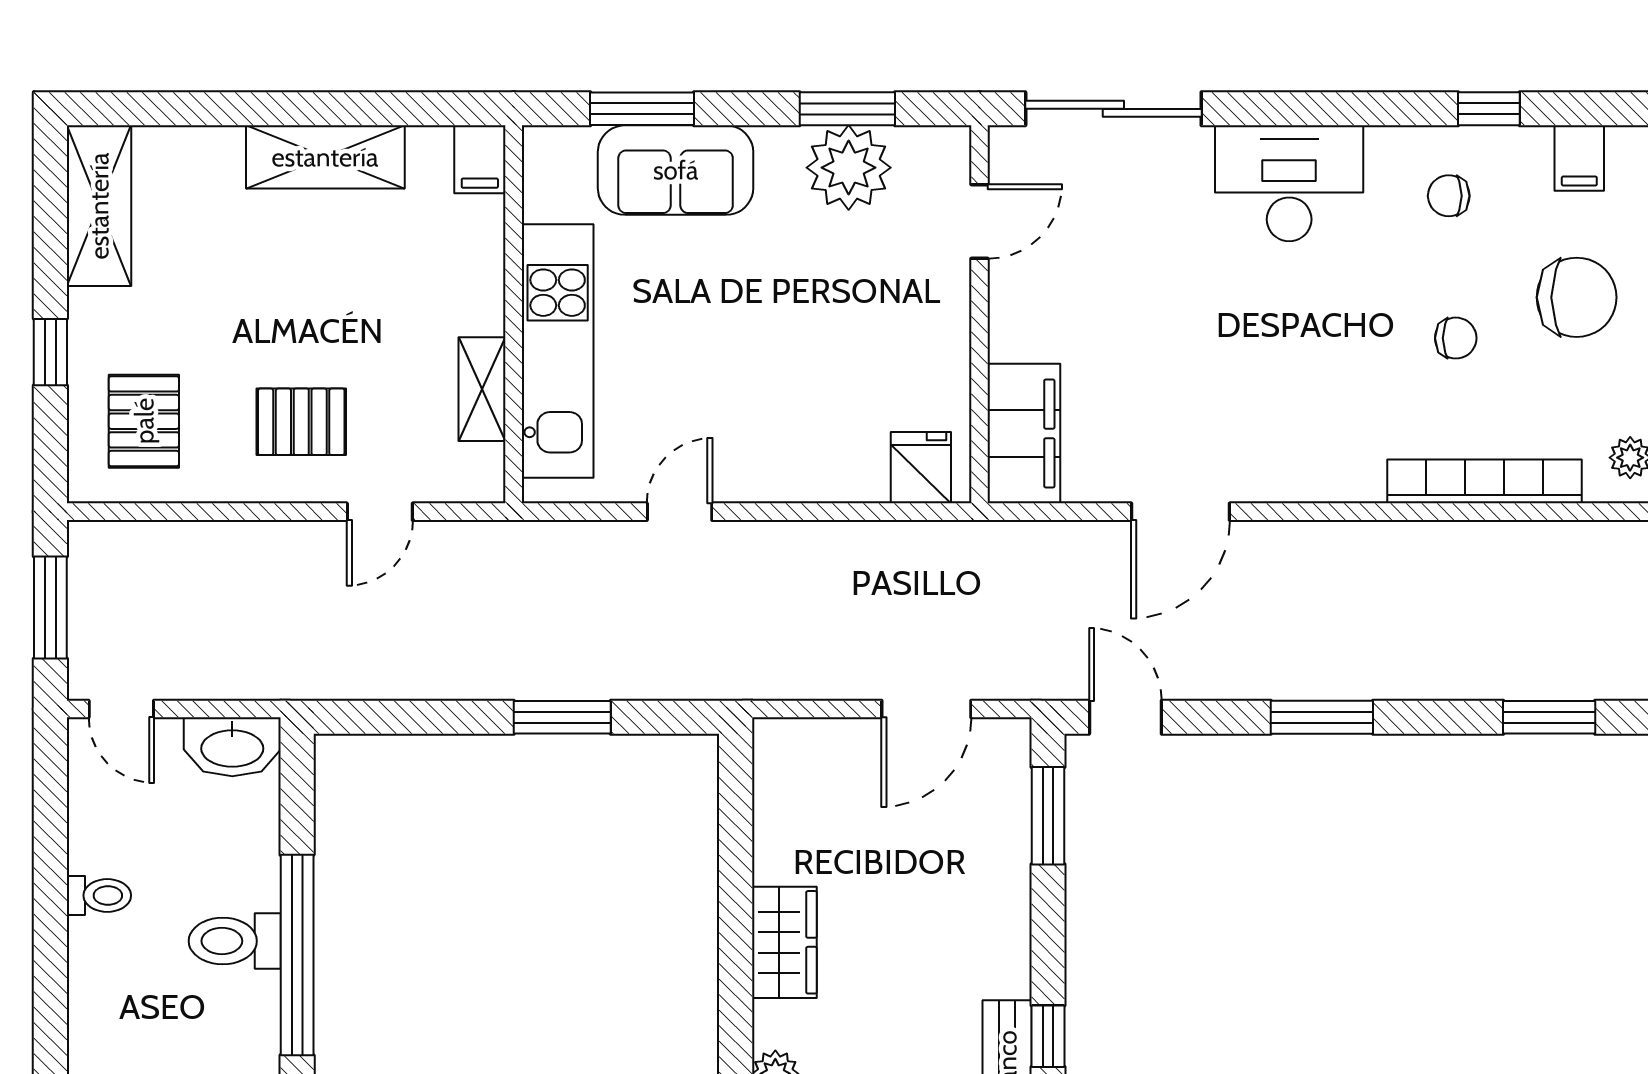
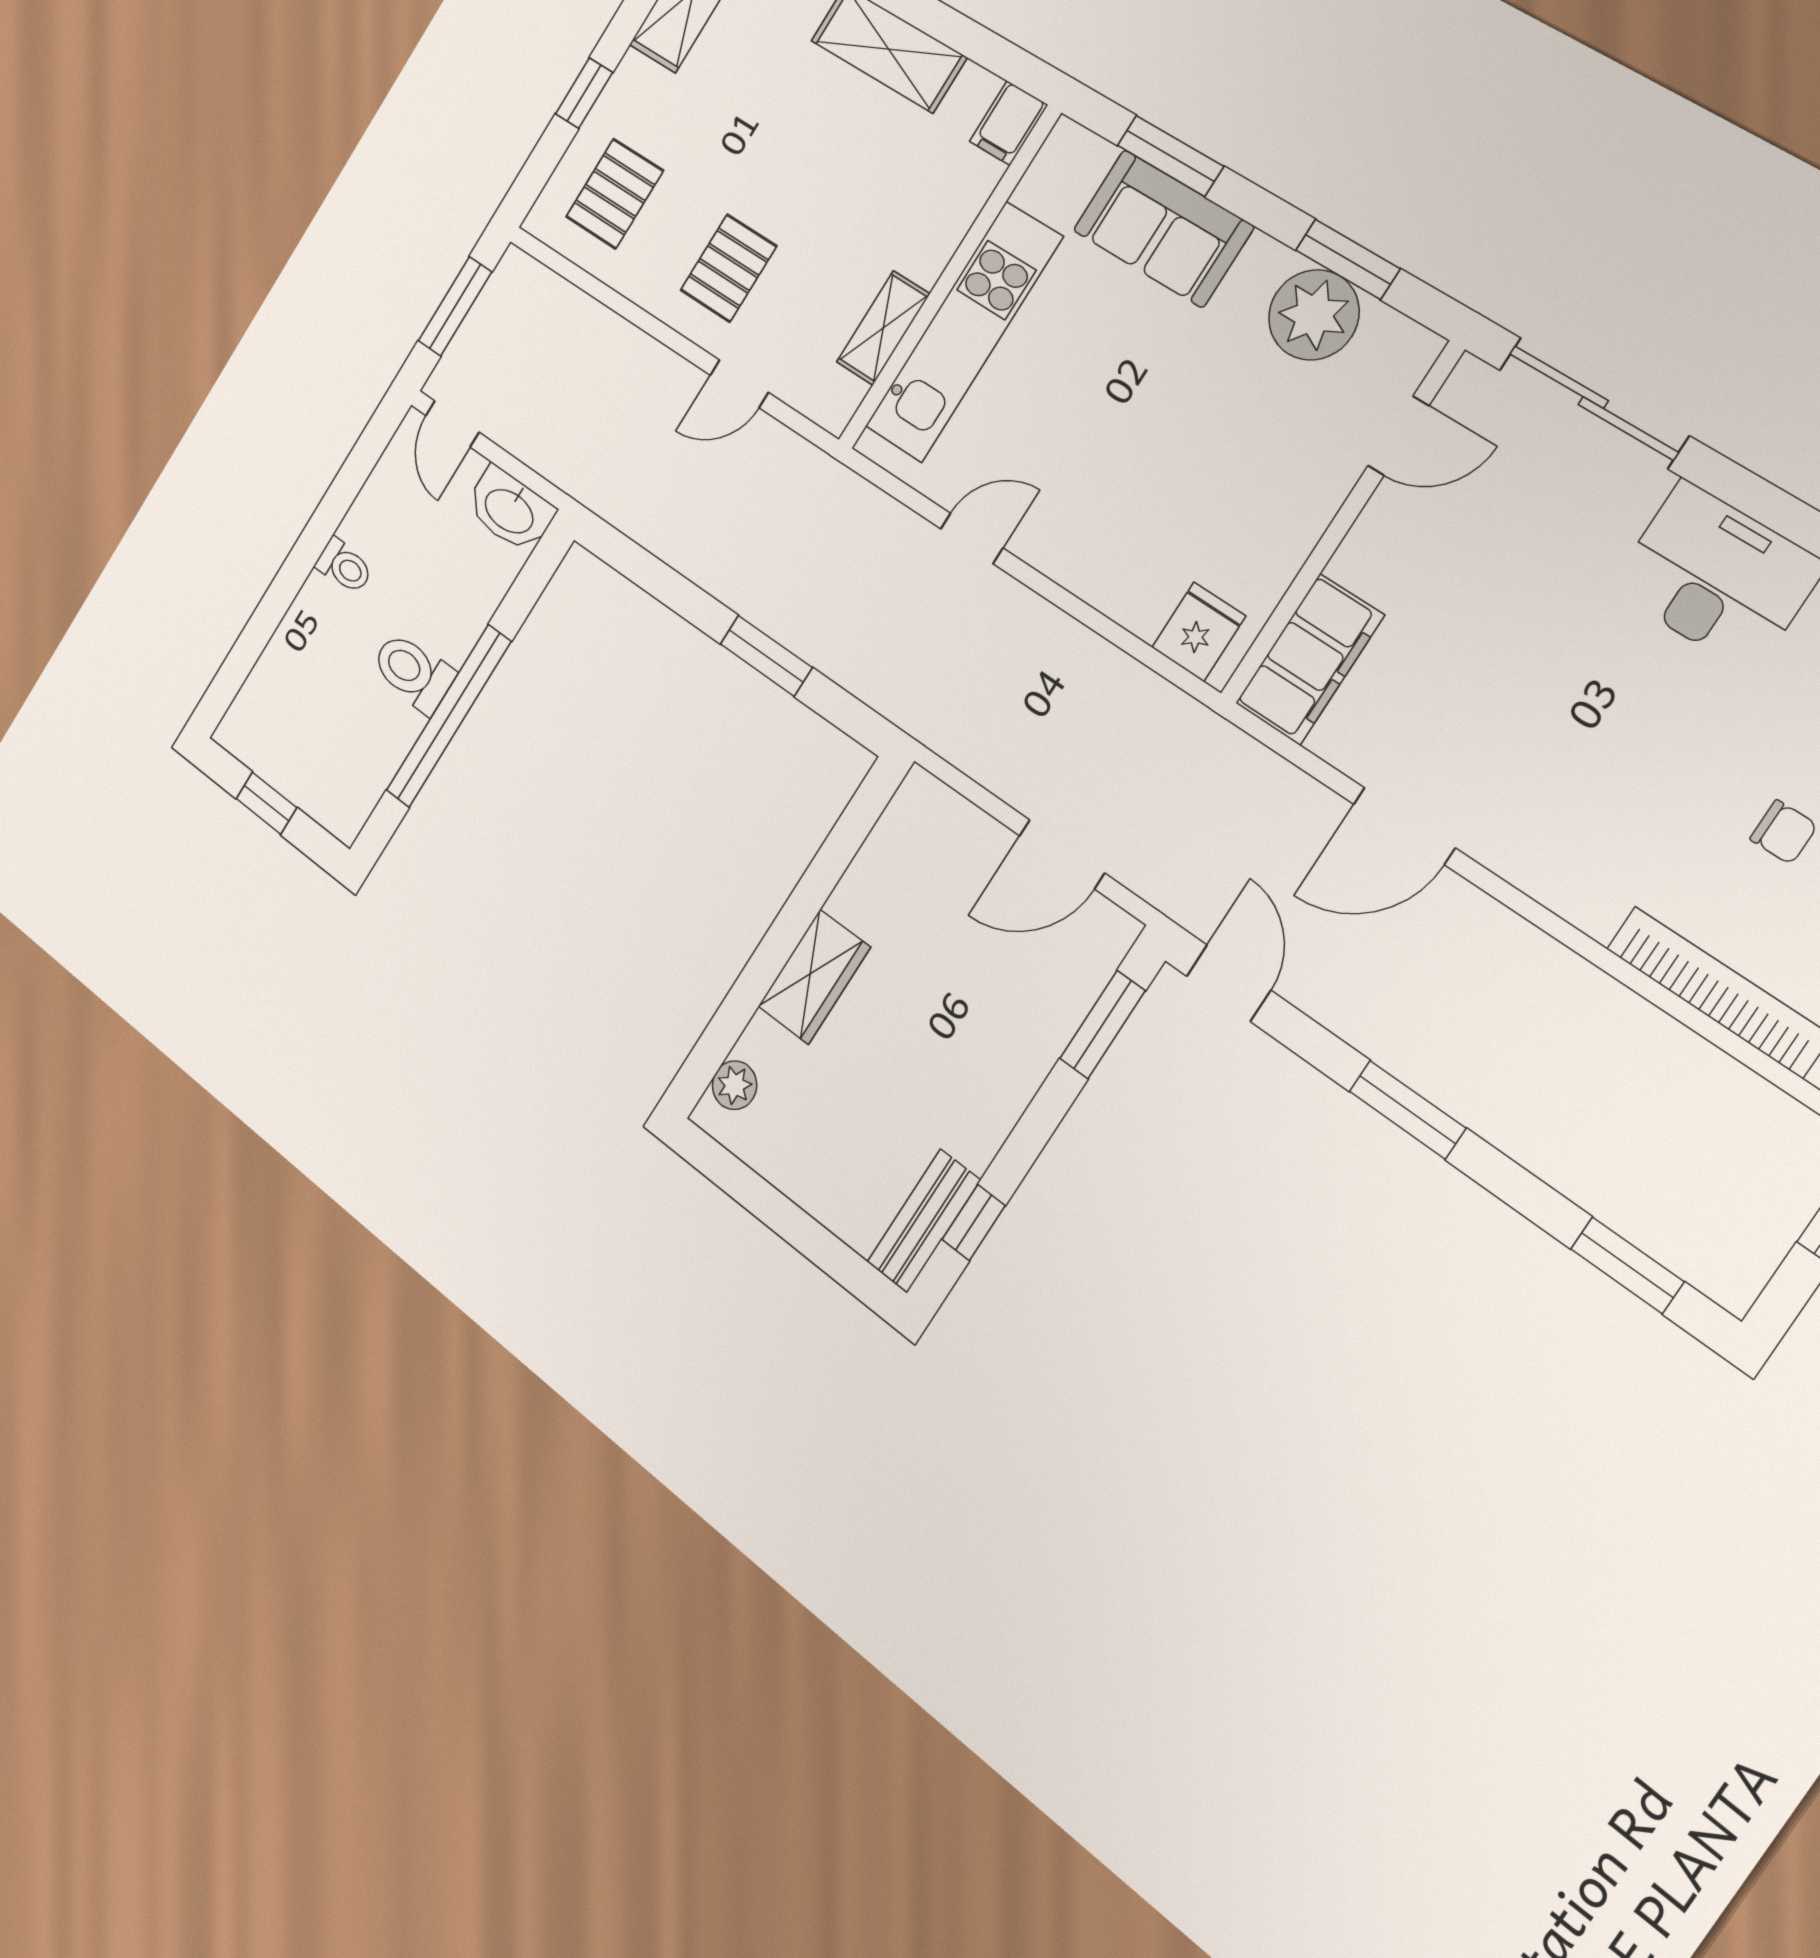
pallet: (301, 422) -> (728, 268), turned 90

